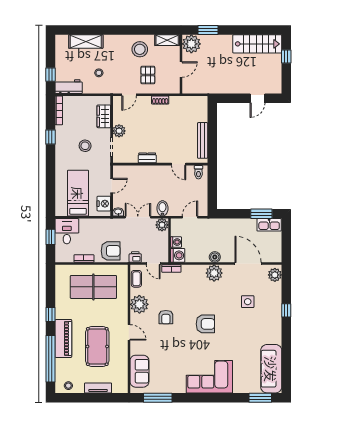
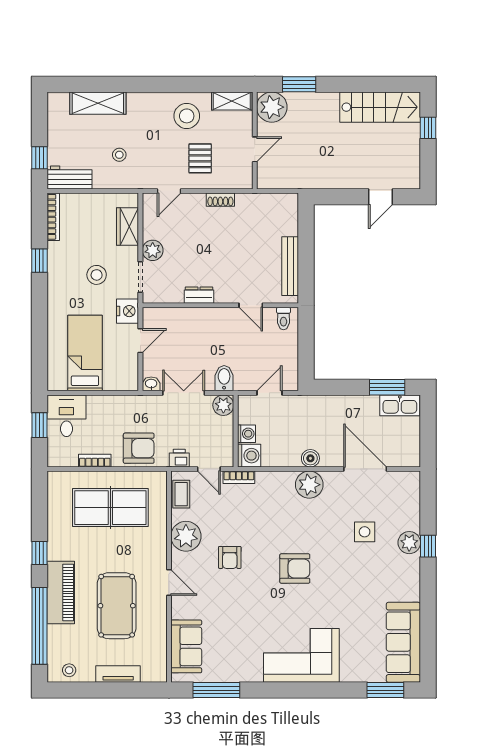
nightstand: (104, 204) -> (127, 311), moved
plant: (275, 275) -> (409, 543), moved

